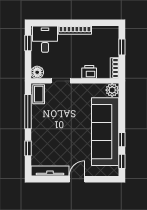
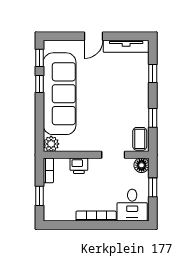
window: (28, 43) -> (153, 187), moved
window: (28, 112) -> (153, 118), width x0.46

